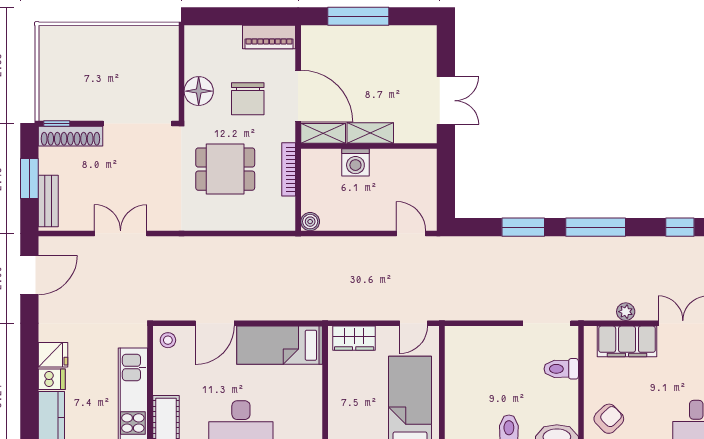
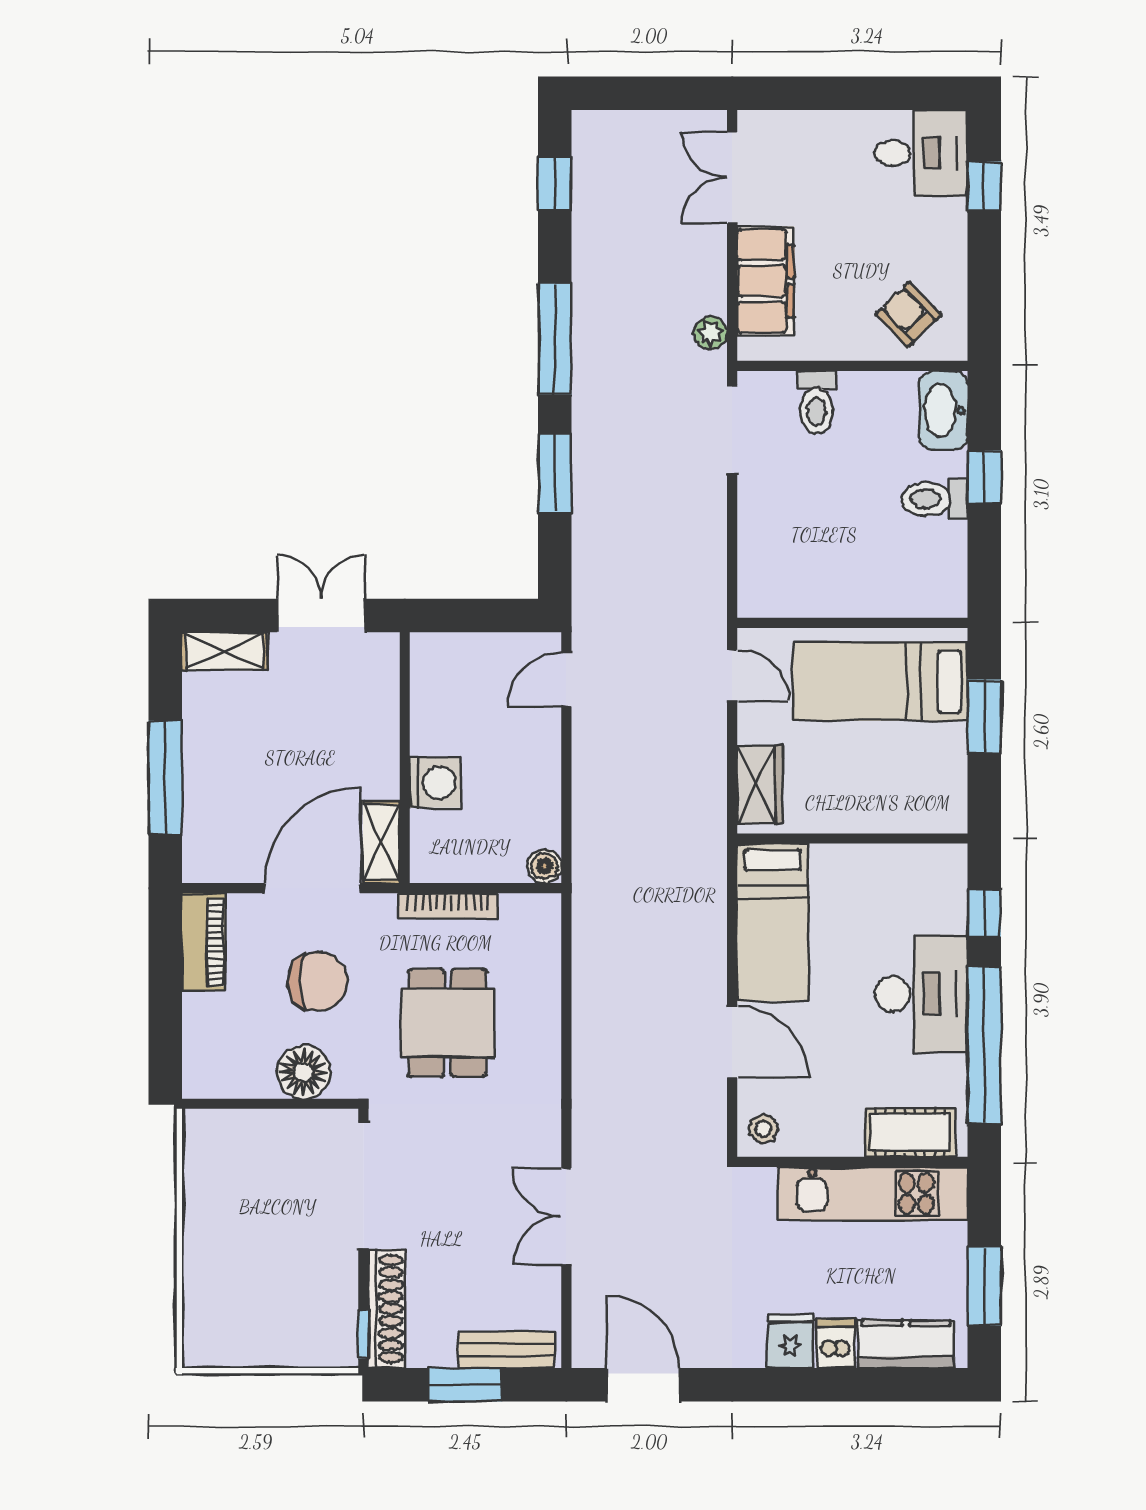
shelving: (370, 133) -> (224, 651), moved, turned 90
plant: (626, 312) -> (711, 333), moved

